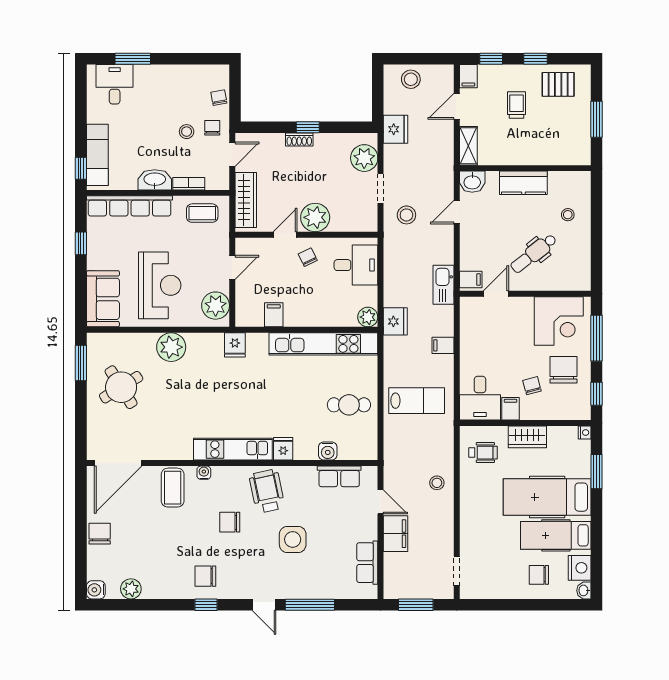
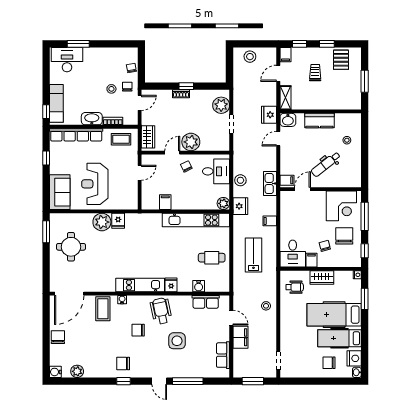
desk: (115, 84) -> (67, 60), width x1.37
pallet: (558, 84) -> (341, 60), turned 90
fridge: (396, 129) -> (269, 115), moved, turned 180
wardrobe: (246, 200) -> (148, 137), width x0.67
stool: (406, 215) -> (240, 180), moved
reception desk: (160, 285) -> (95, 184), turned 180
plant: (216, 306) -> (129, 196), removed
fridge: (235, 345) -> (118, 221), moved
round table: (121, 387) -> (71, 247), turned 32
lab bench: (417, 401) -> (253, 255), turned -90

